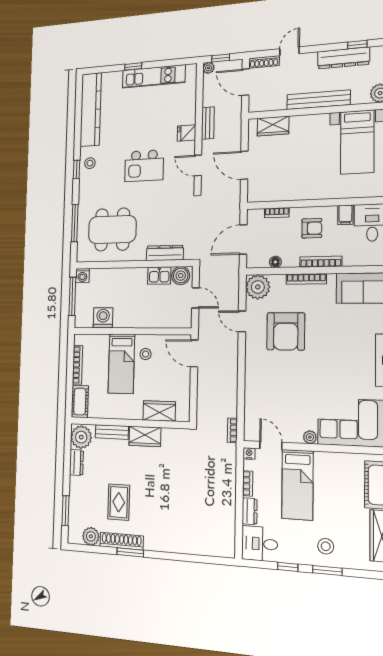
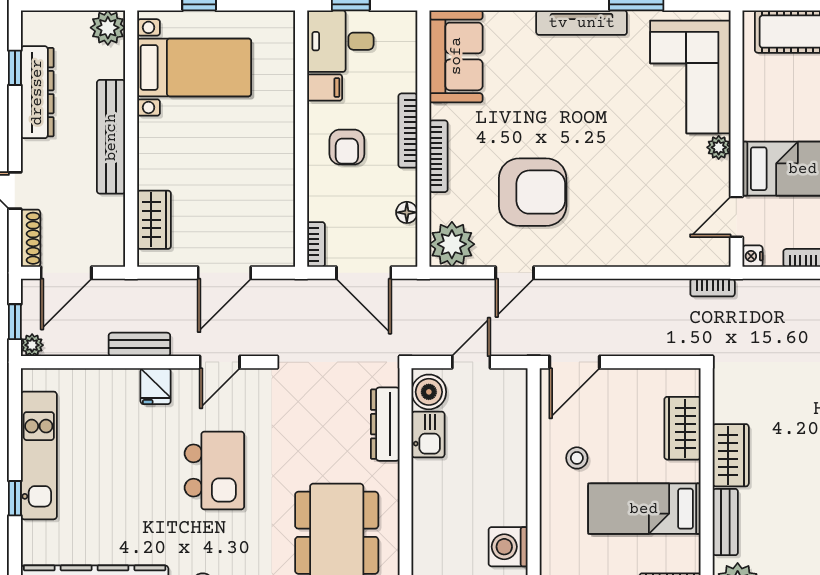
bookcase: (277, 213) -> (316, 244), moved
armchair: (312, 228) -> (347, 147), turned 180
bed: (121, 364) -> (644, 509), moved, turned 180

